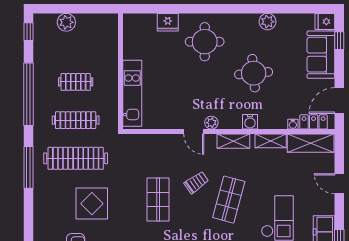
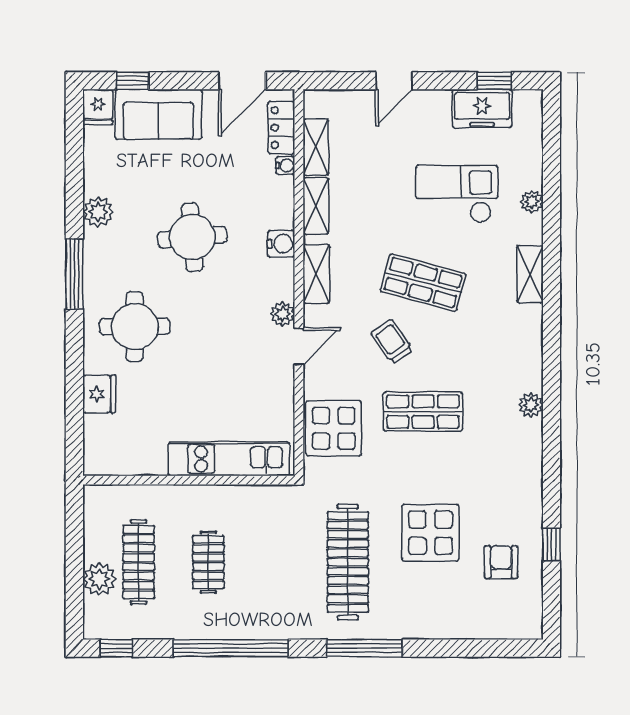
window: (233, 9) -> (74, 274), added
door: (339, 101) -> (242, 81), hinge flipped
clothes rail: (76, 120) -> (139, 562), moved
shelving: (311, 143) -> (316, 147), width x0.67, depth x0.75
display table: (149, 151) -> (334, 428), added

